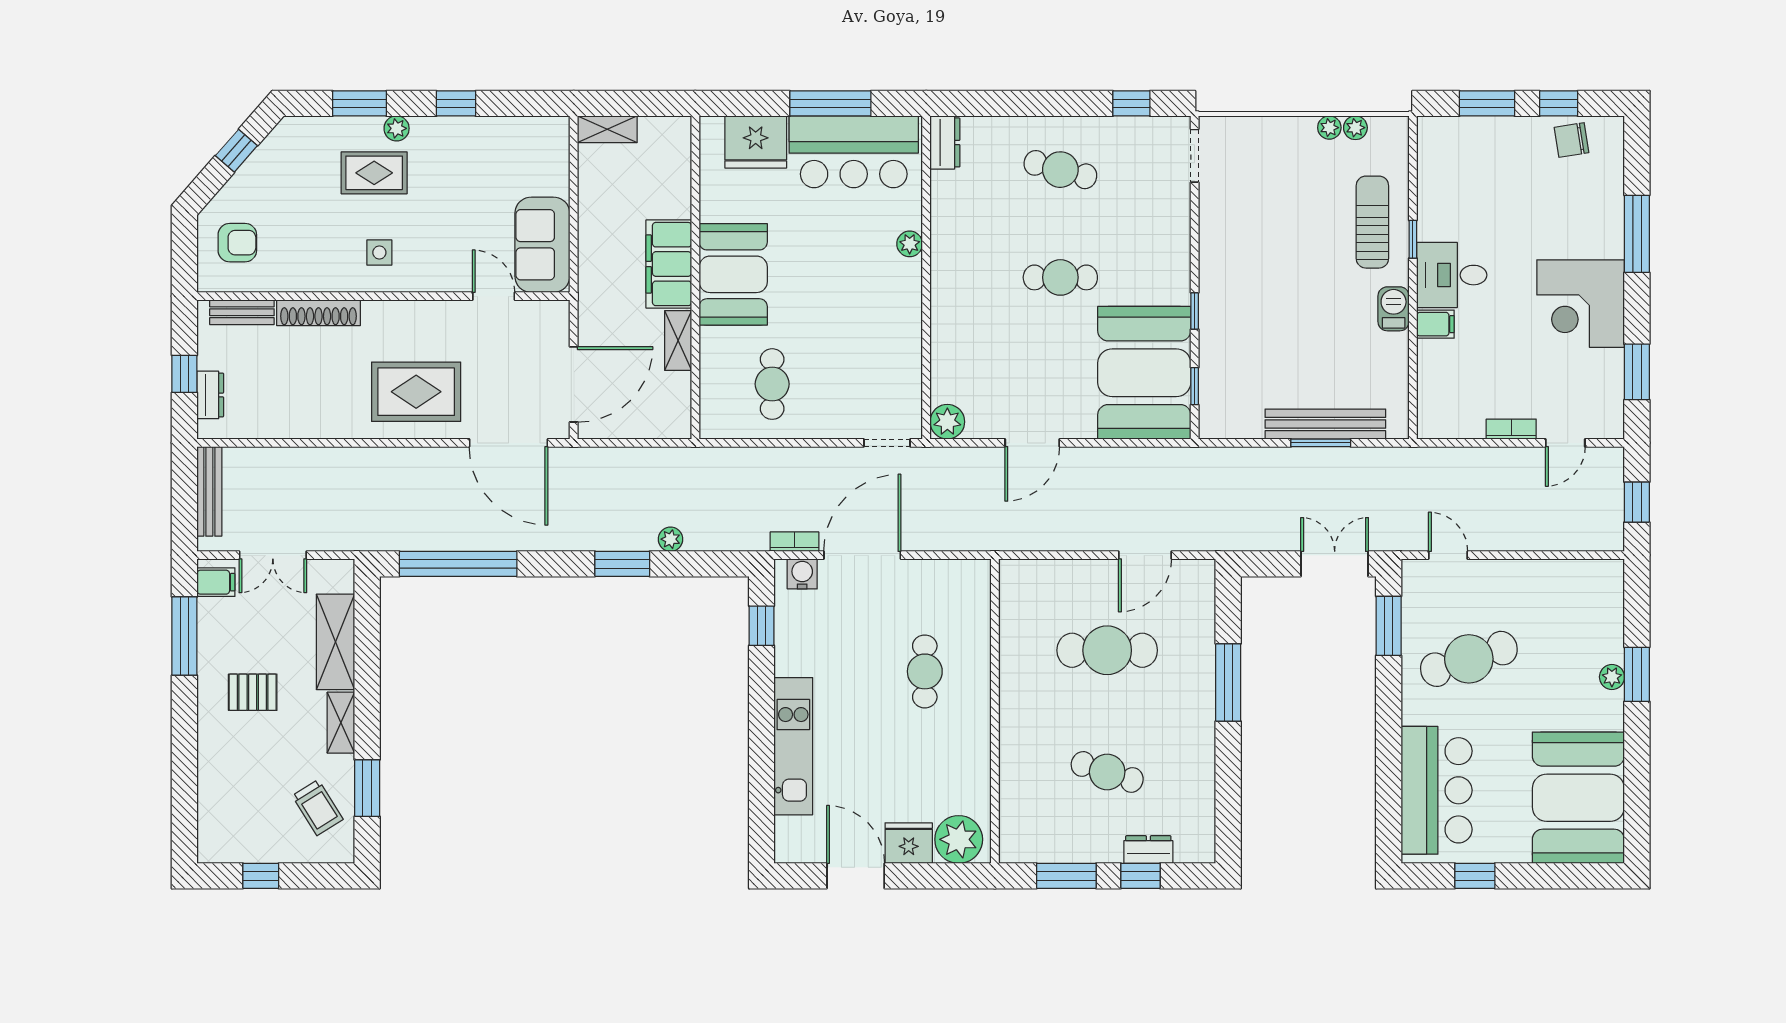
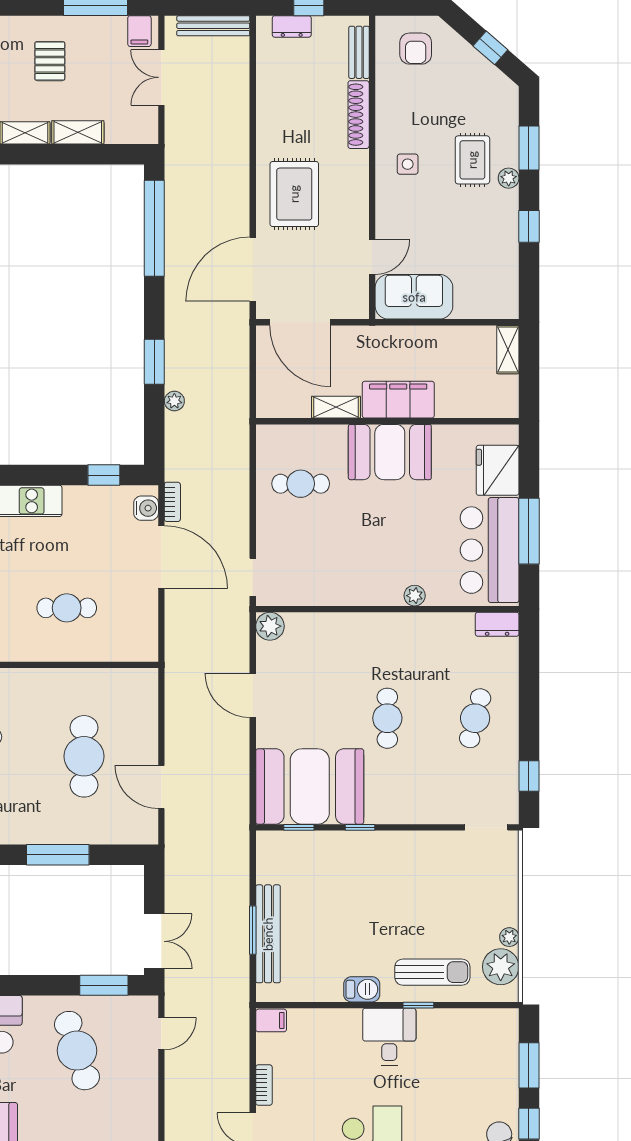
plant: (1355, 128) -> (501, 967), width x1.87, depth x1.87
filing cabinet: (1435, 324) -> (271, 1020), moved, turned -90
shelving: (336, 642) -> (78, 132), width x0.67, depth x0.75

